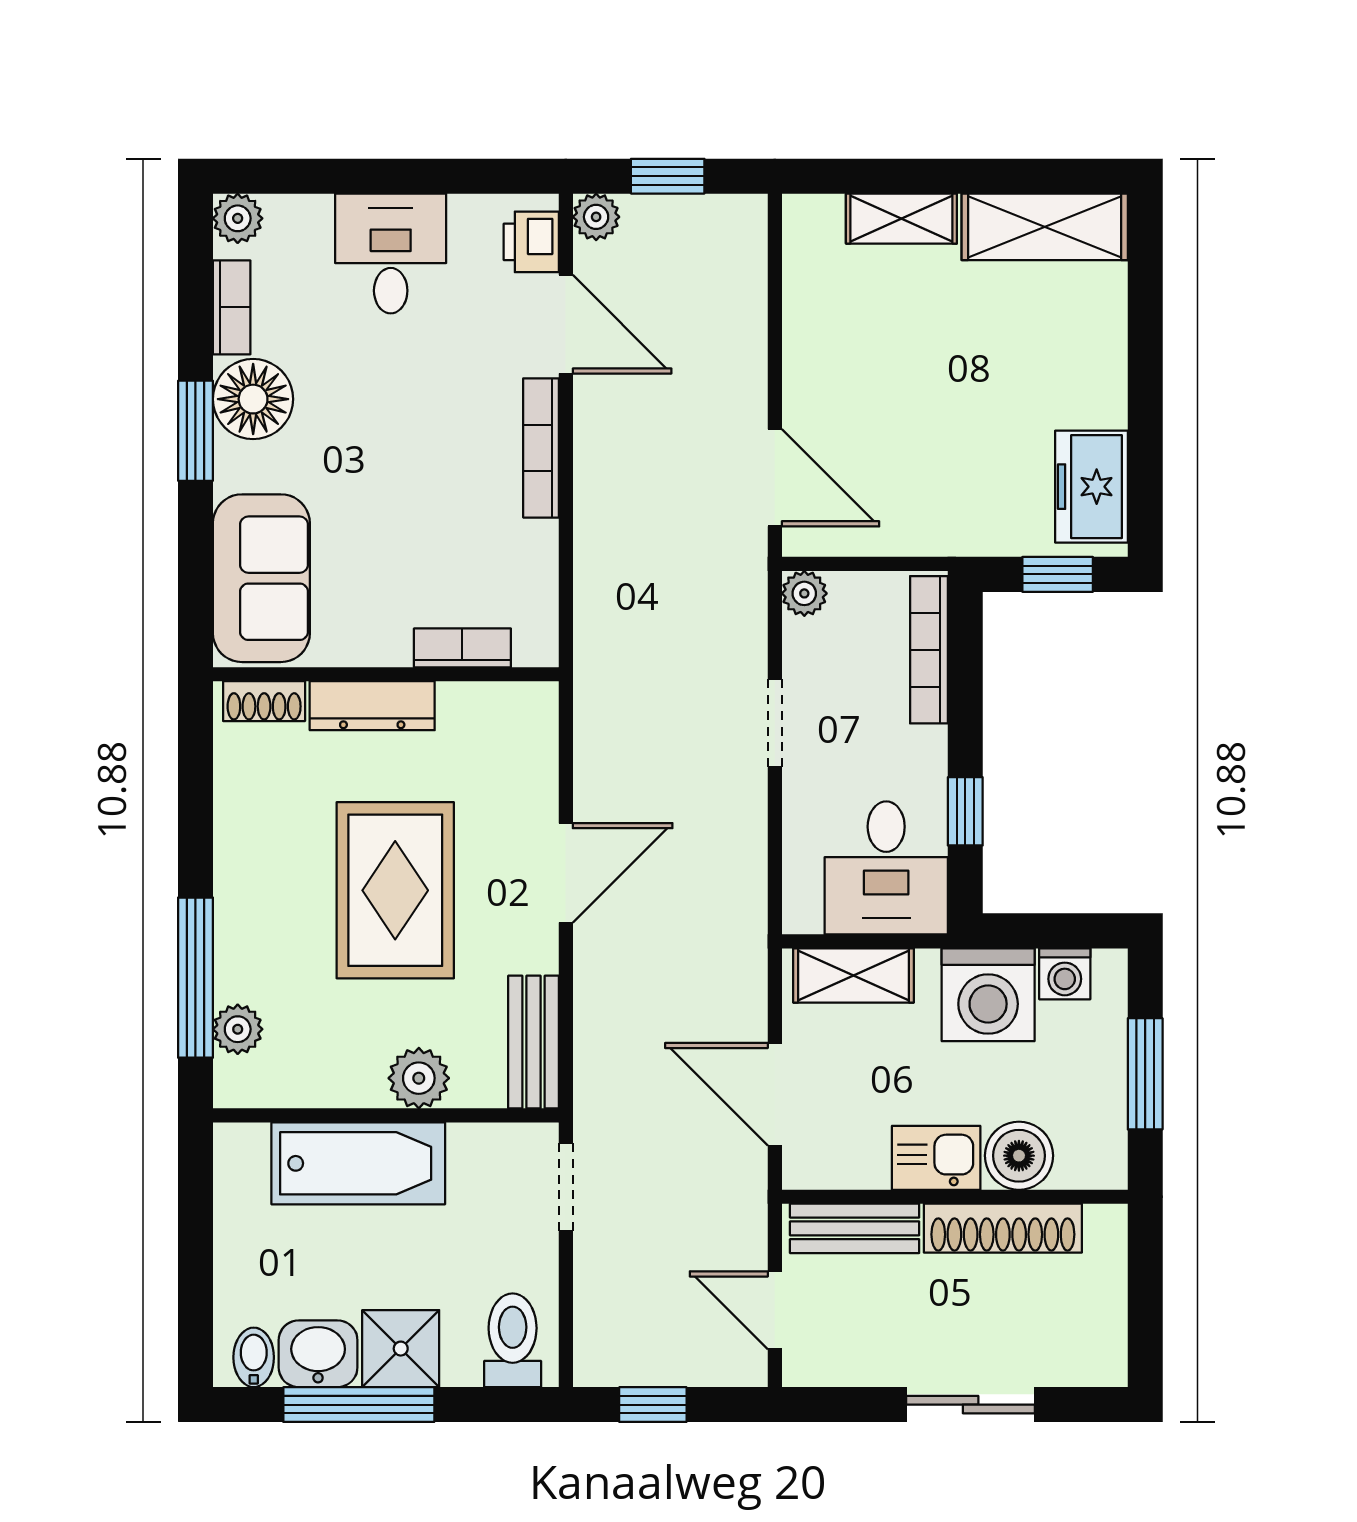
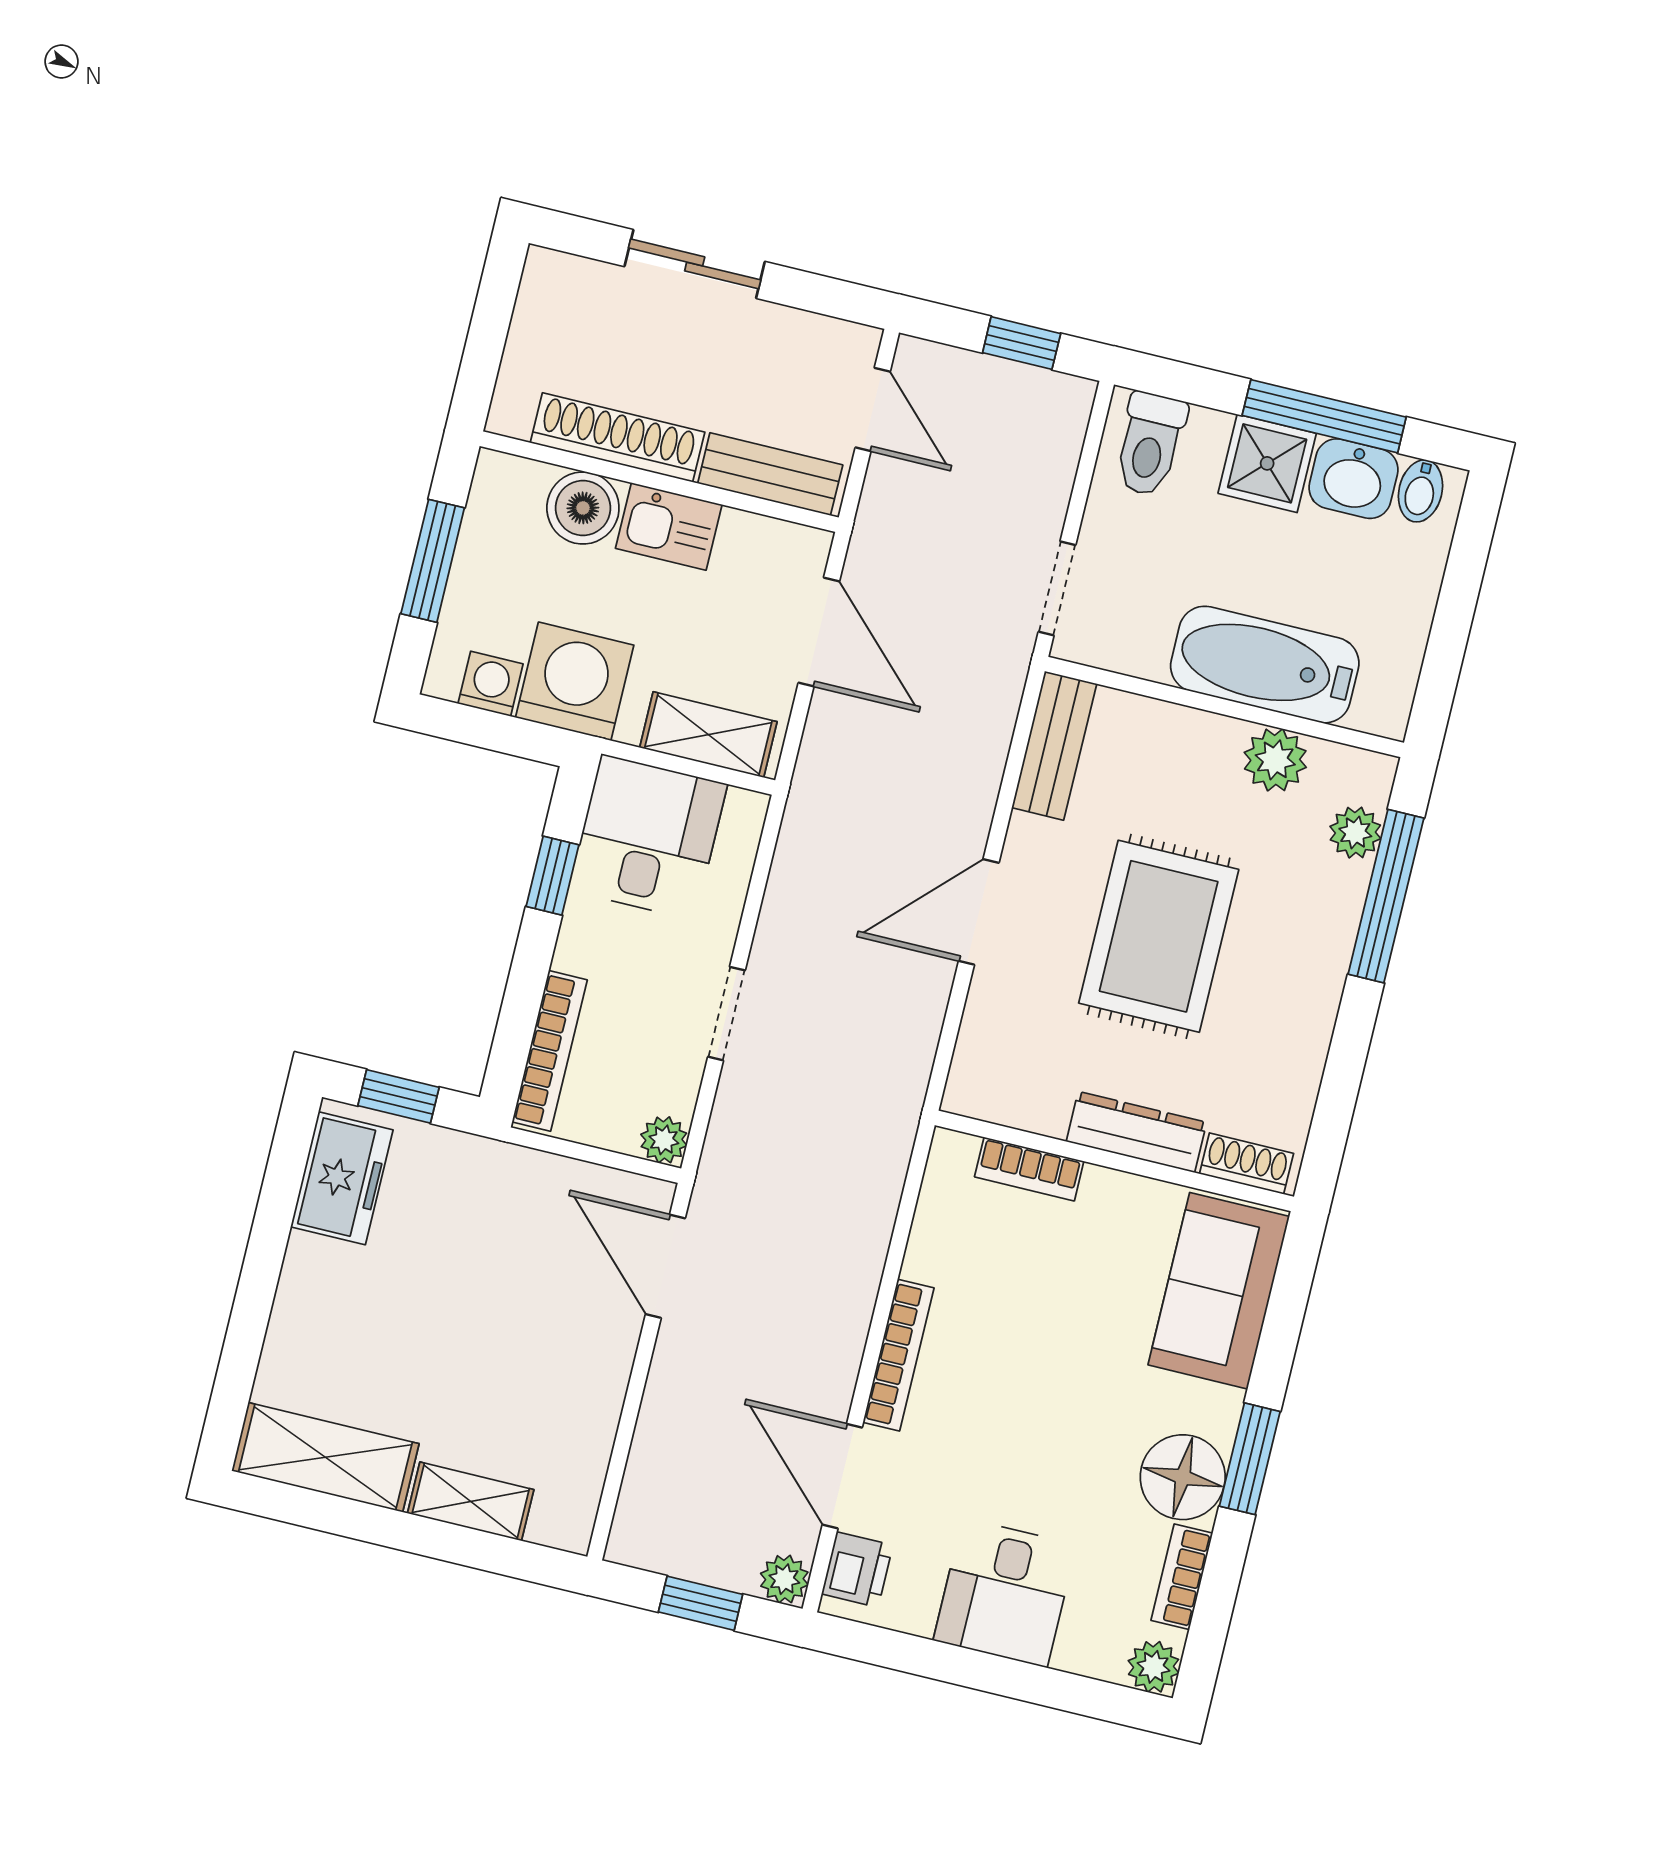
plant: (419, 1078) -> (1275, 760), moved

